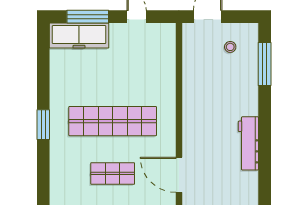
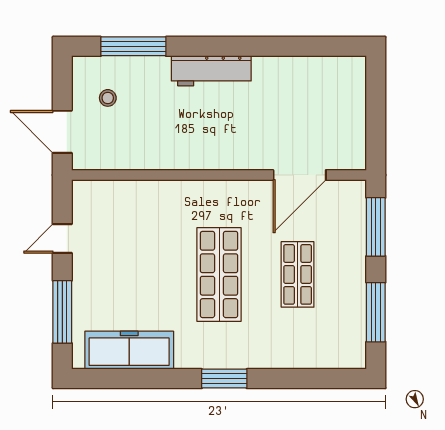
freezer: (79, 36) -> (129, 350), moved, turned -90
shop shelf: (113, 121) -> (219, 274), width x0.71
workbench: (248, 143) -> (211, 71), moved

